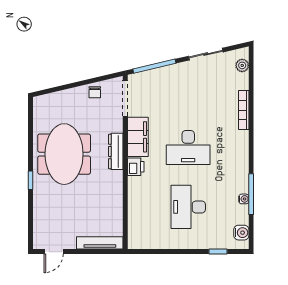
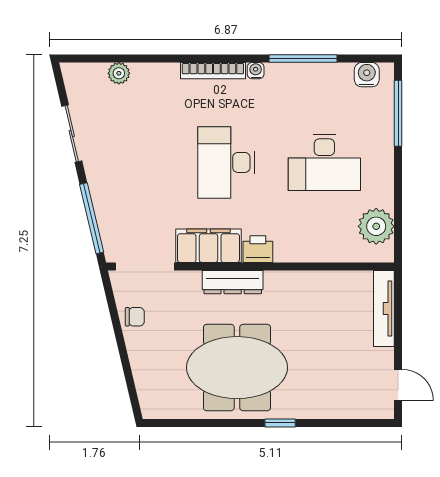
plant: (242, 65) -> (119, 73), moved
bookcase: (244, 110) -> (213, 71), moved
desk: (188, 148) -> (226, 162), turned 180
water cooler: (244, 199) -> (256, 71), moved
plant: (150, 238) -> (376, 226), added
window: (218, 252) -> (398, 113), width x2.17

